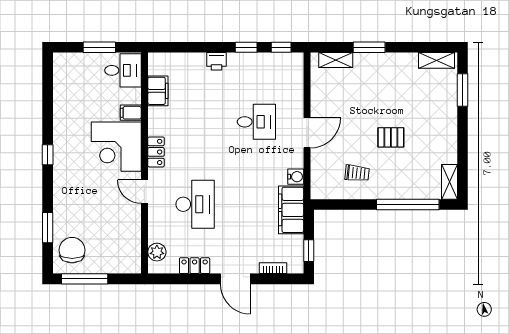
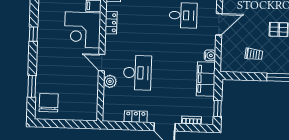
locker: (156, 152) -> (111, 23), moved
plant: (157, 252) -> (110, 81), moved
window: (85, 279) -> (57, 124), removed

